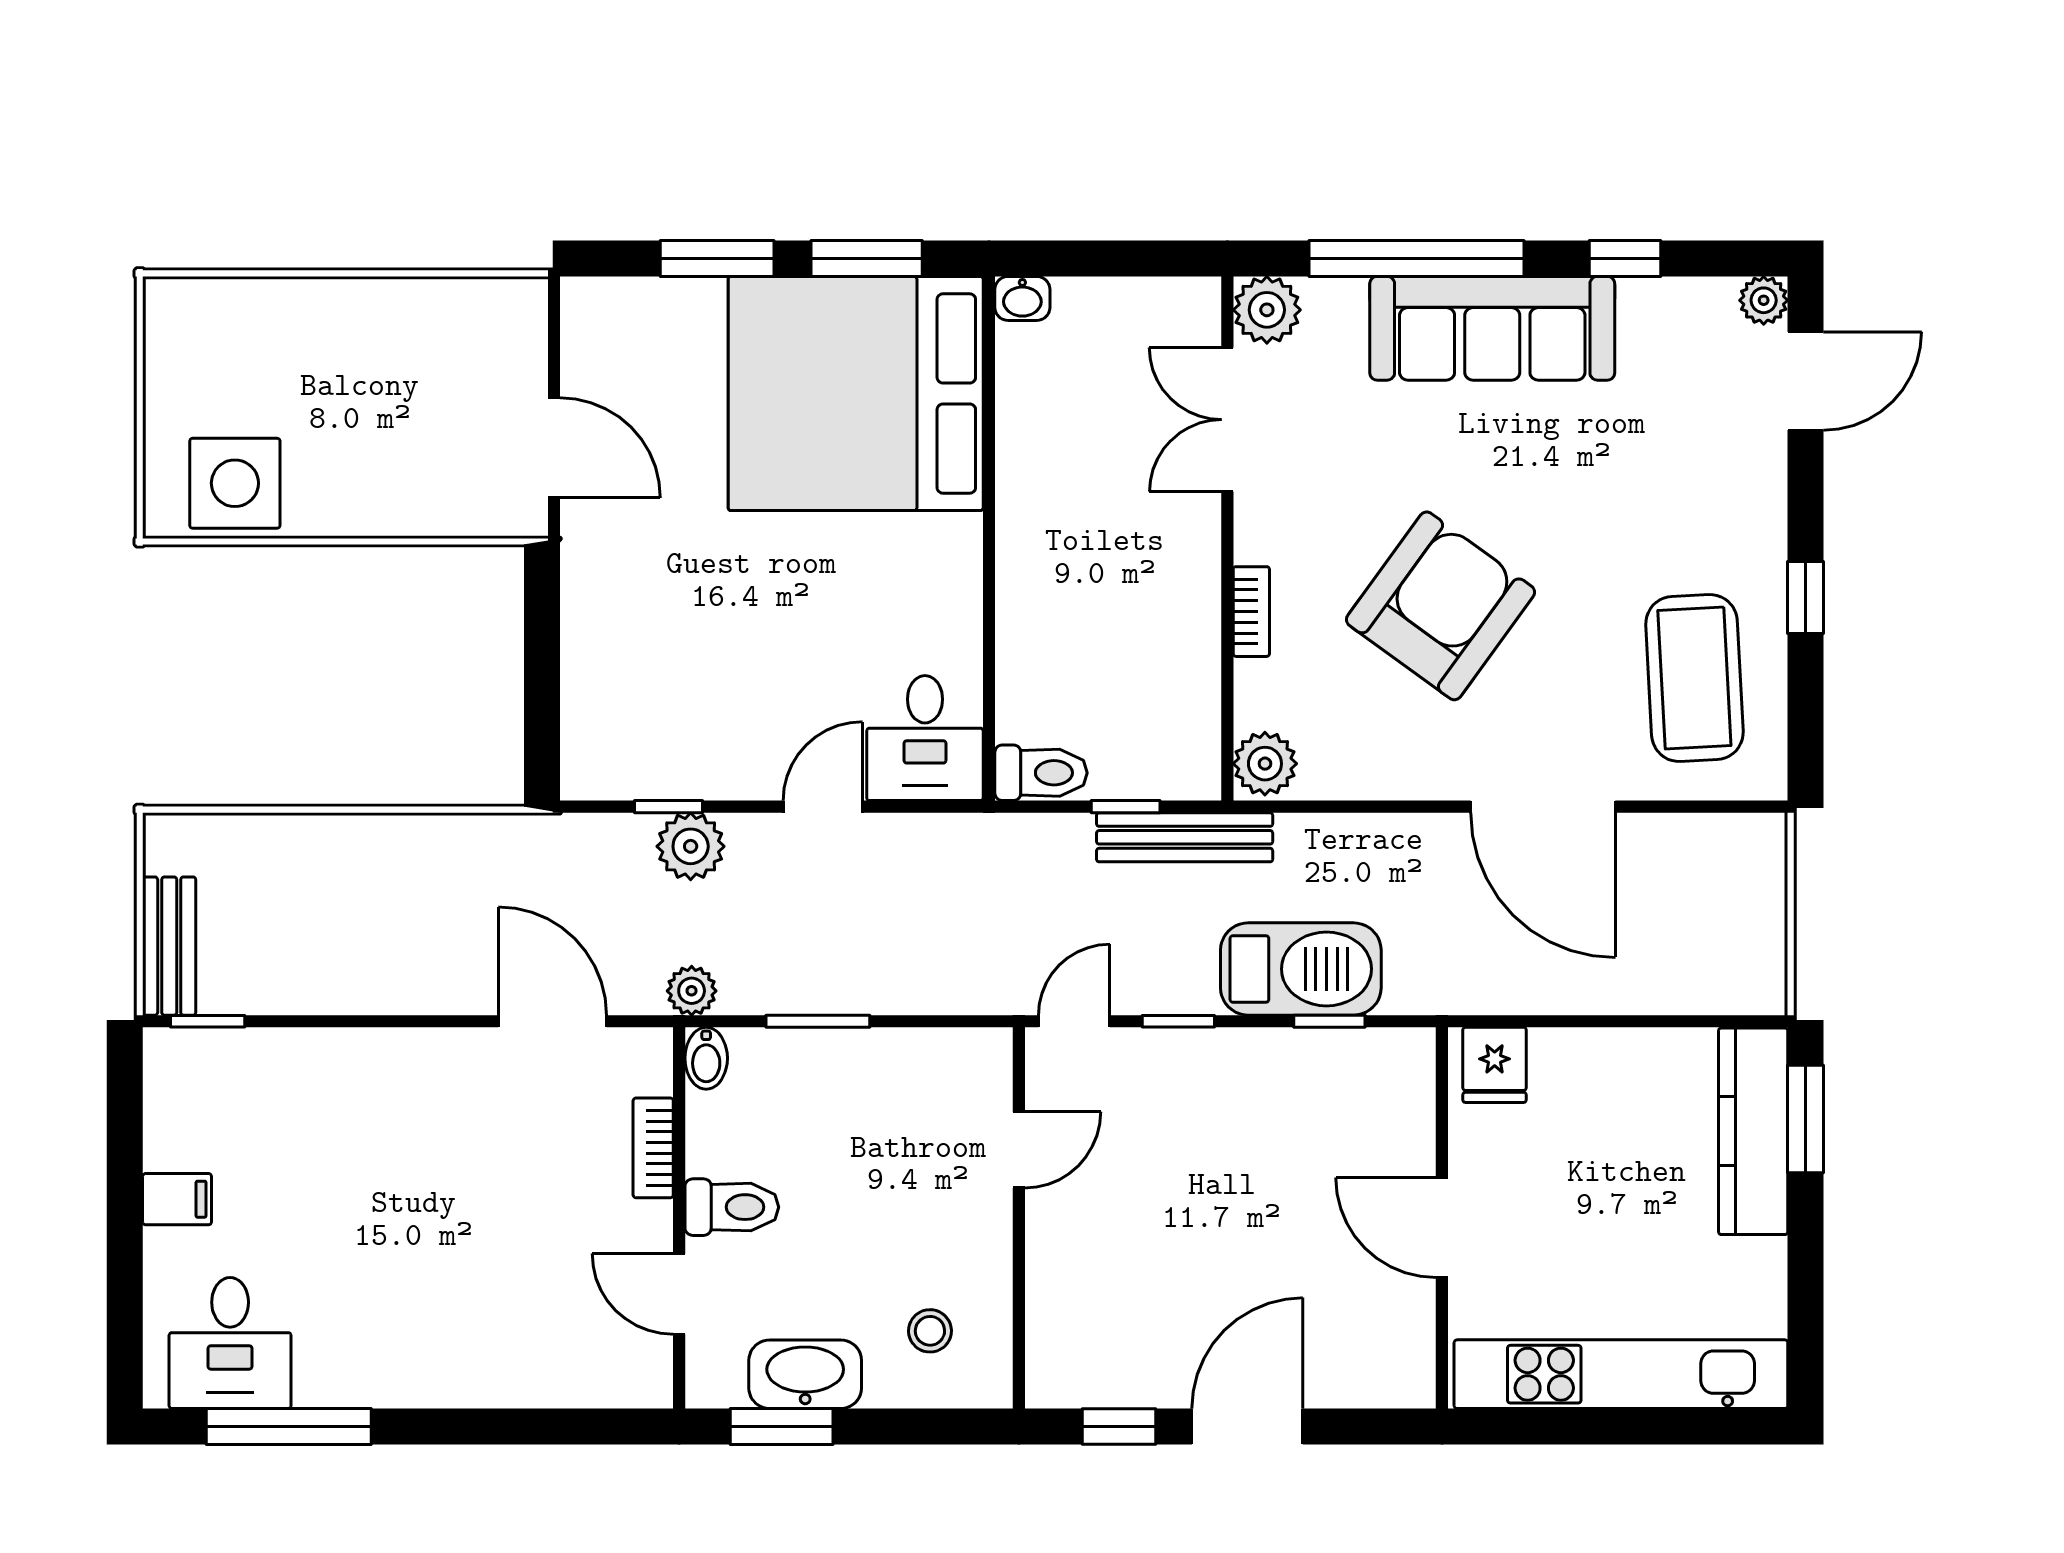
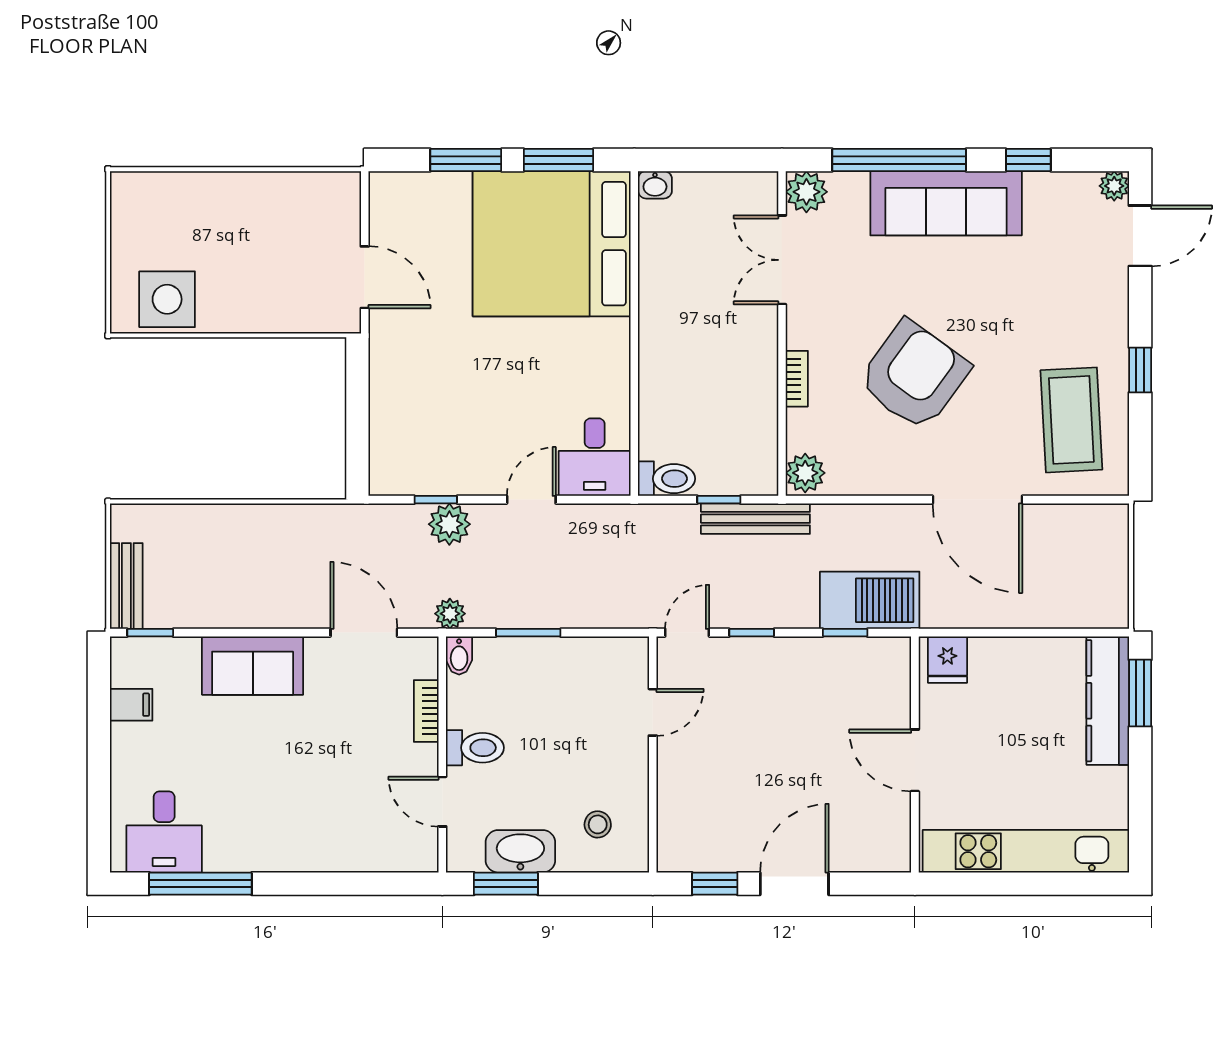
barbecue: (1301, 969) -> (870, 600), moved
sofa: (373, 1074) -> (253, 666), added
filing cabinet: (177, 1199) -> (131, 705), moved

